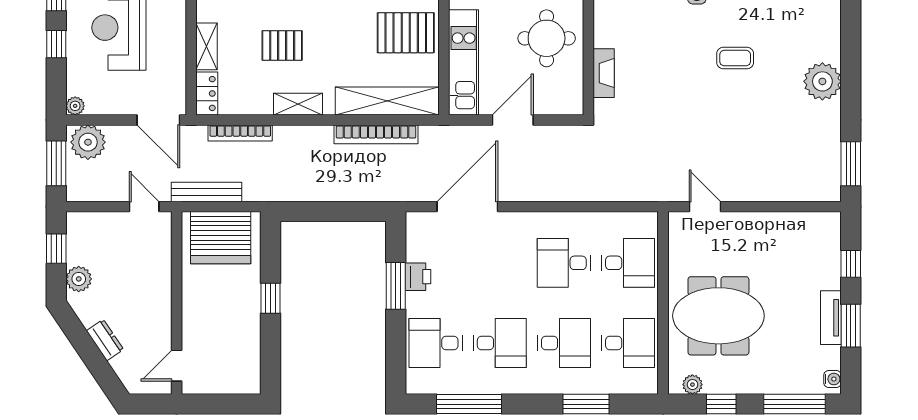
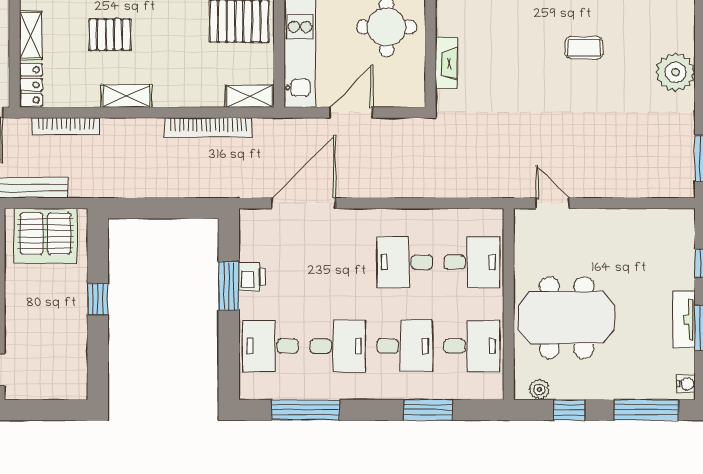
shelving: (387, 101) -> (249, 96), width x0.45, depth x0.75

